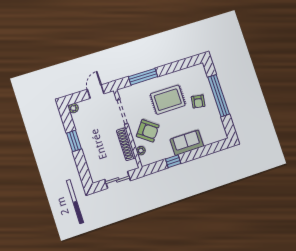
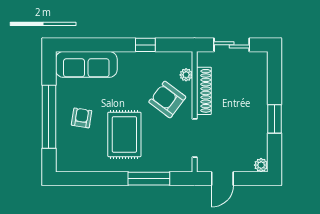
rug: (168, 100) -> (124, 134), turned 90
sofa: (187, 143) -> (86, 64), moved, width x1.36

